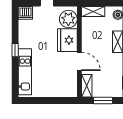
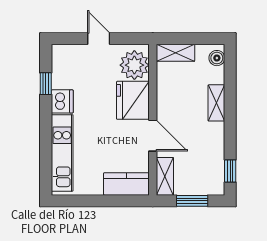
dishwasher: (25, 13) -> (62, 101), moved, turned -90
window: (15, 50) -> (46, 84), moved
kitchen counter: (64, 90) -> (126, 184), added

